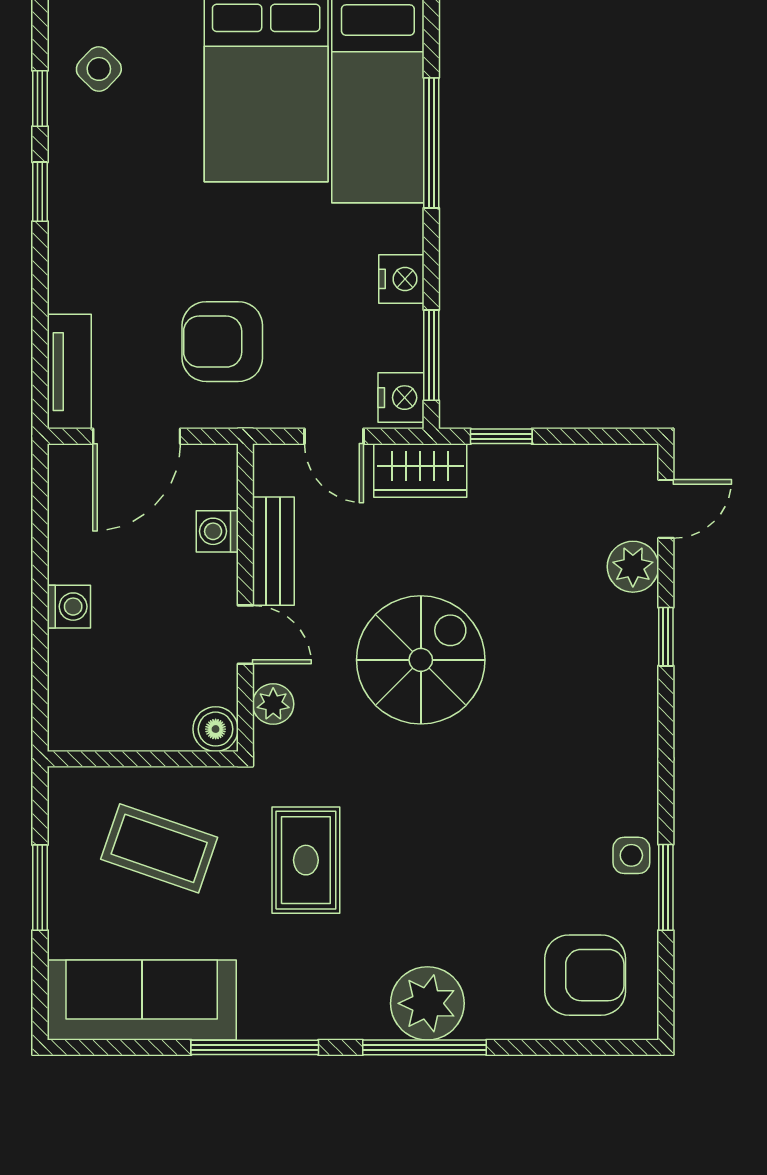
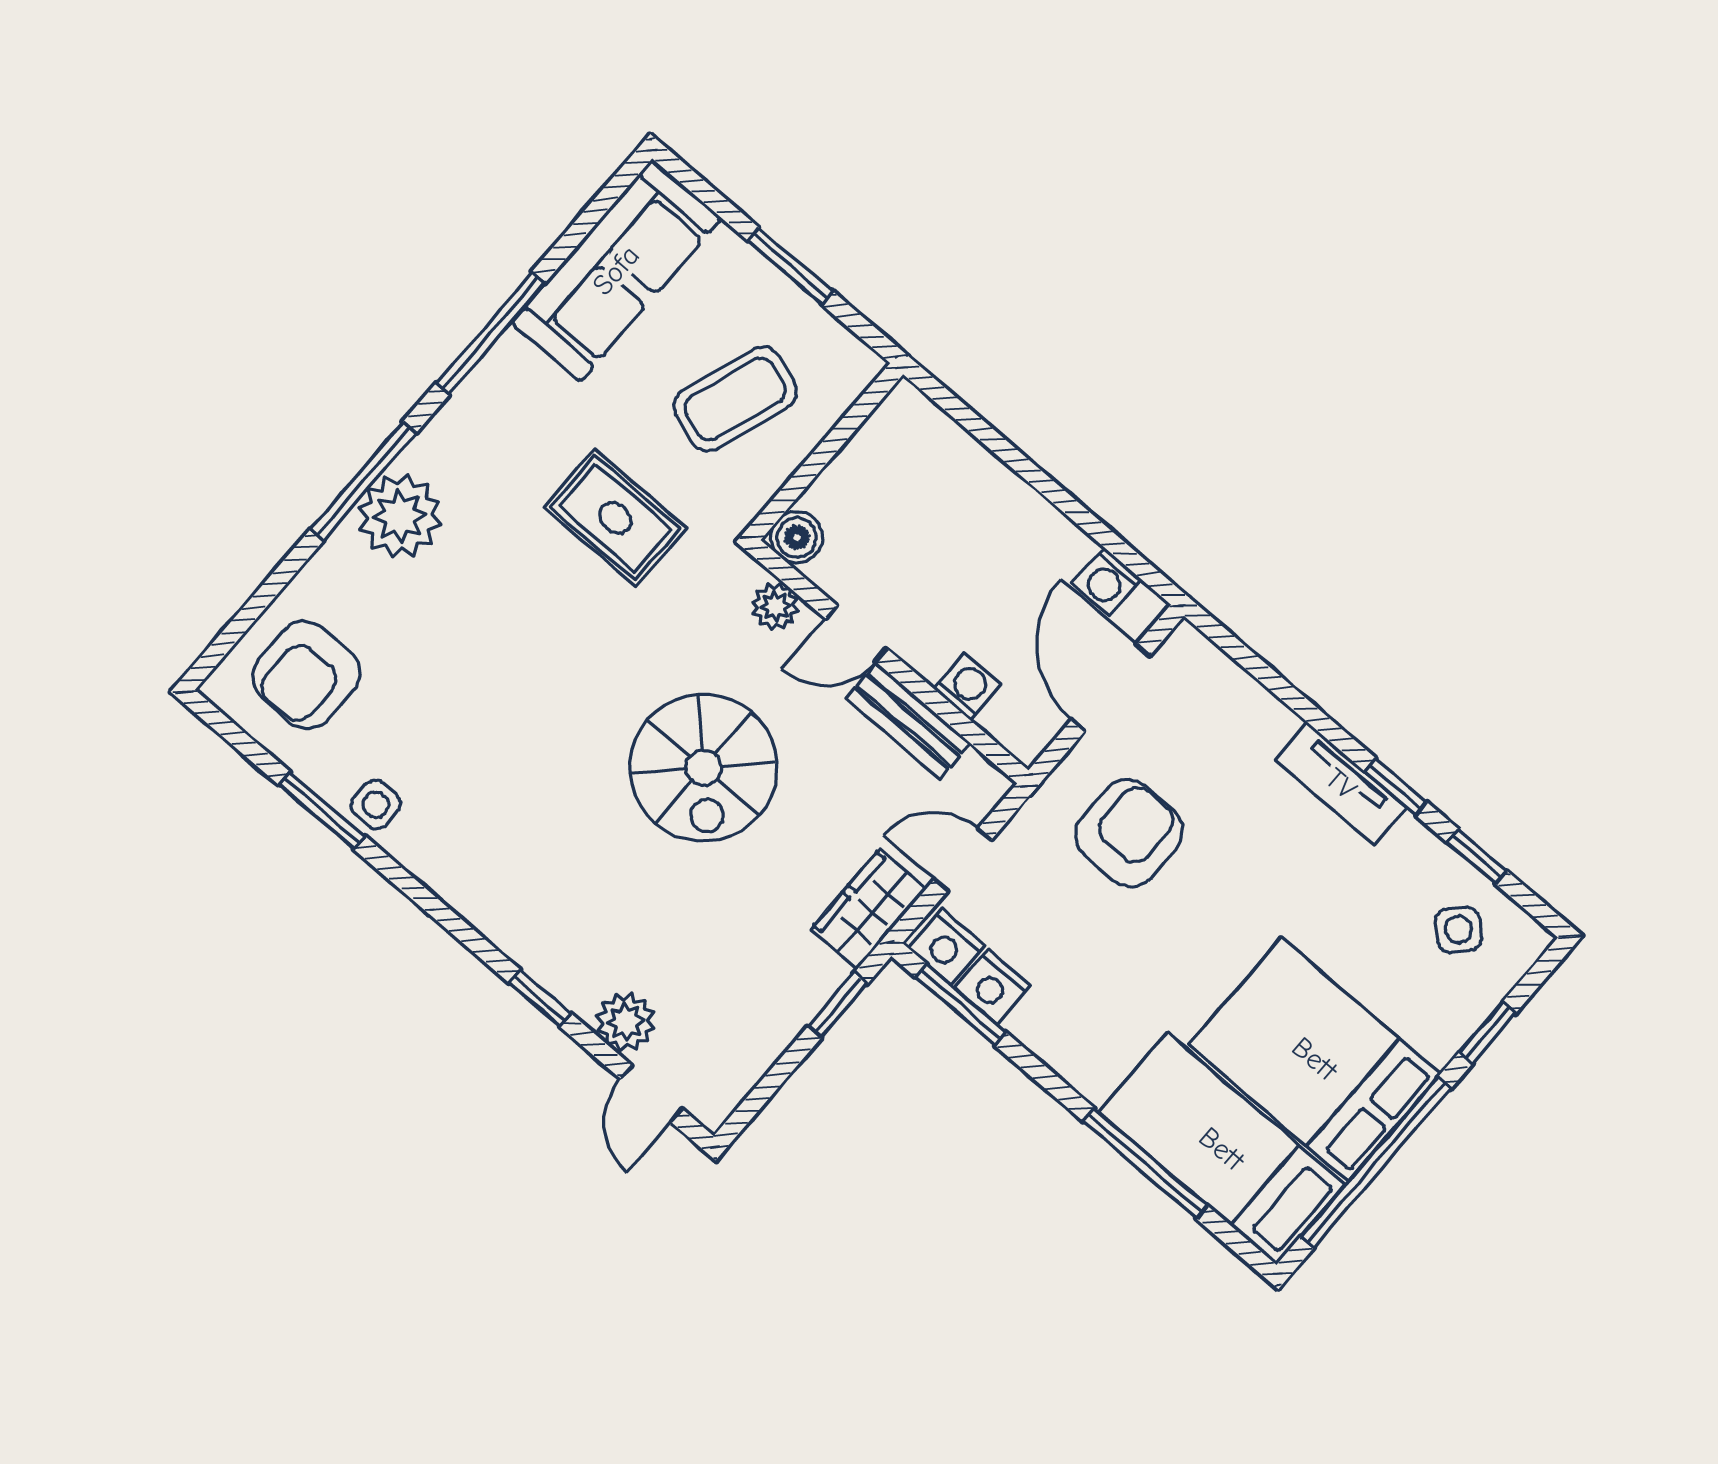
nightstand: (401, 279) -> (993, 987), moved
tv unit: (69, 372) -> (1341, 784), moved
washing machine: (69, 607) -> (1107, 582), moved

